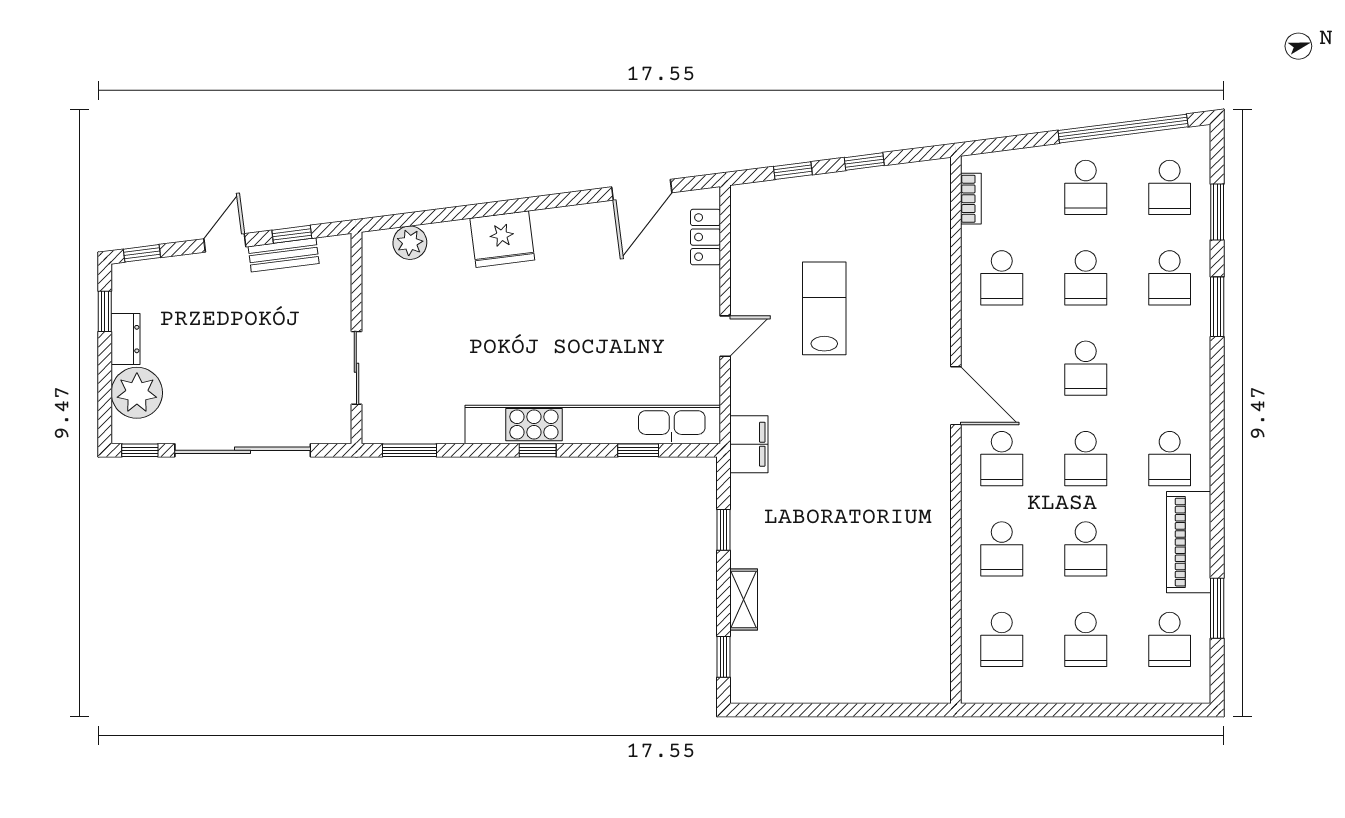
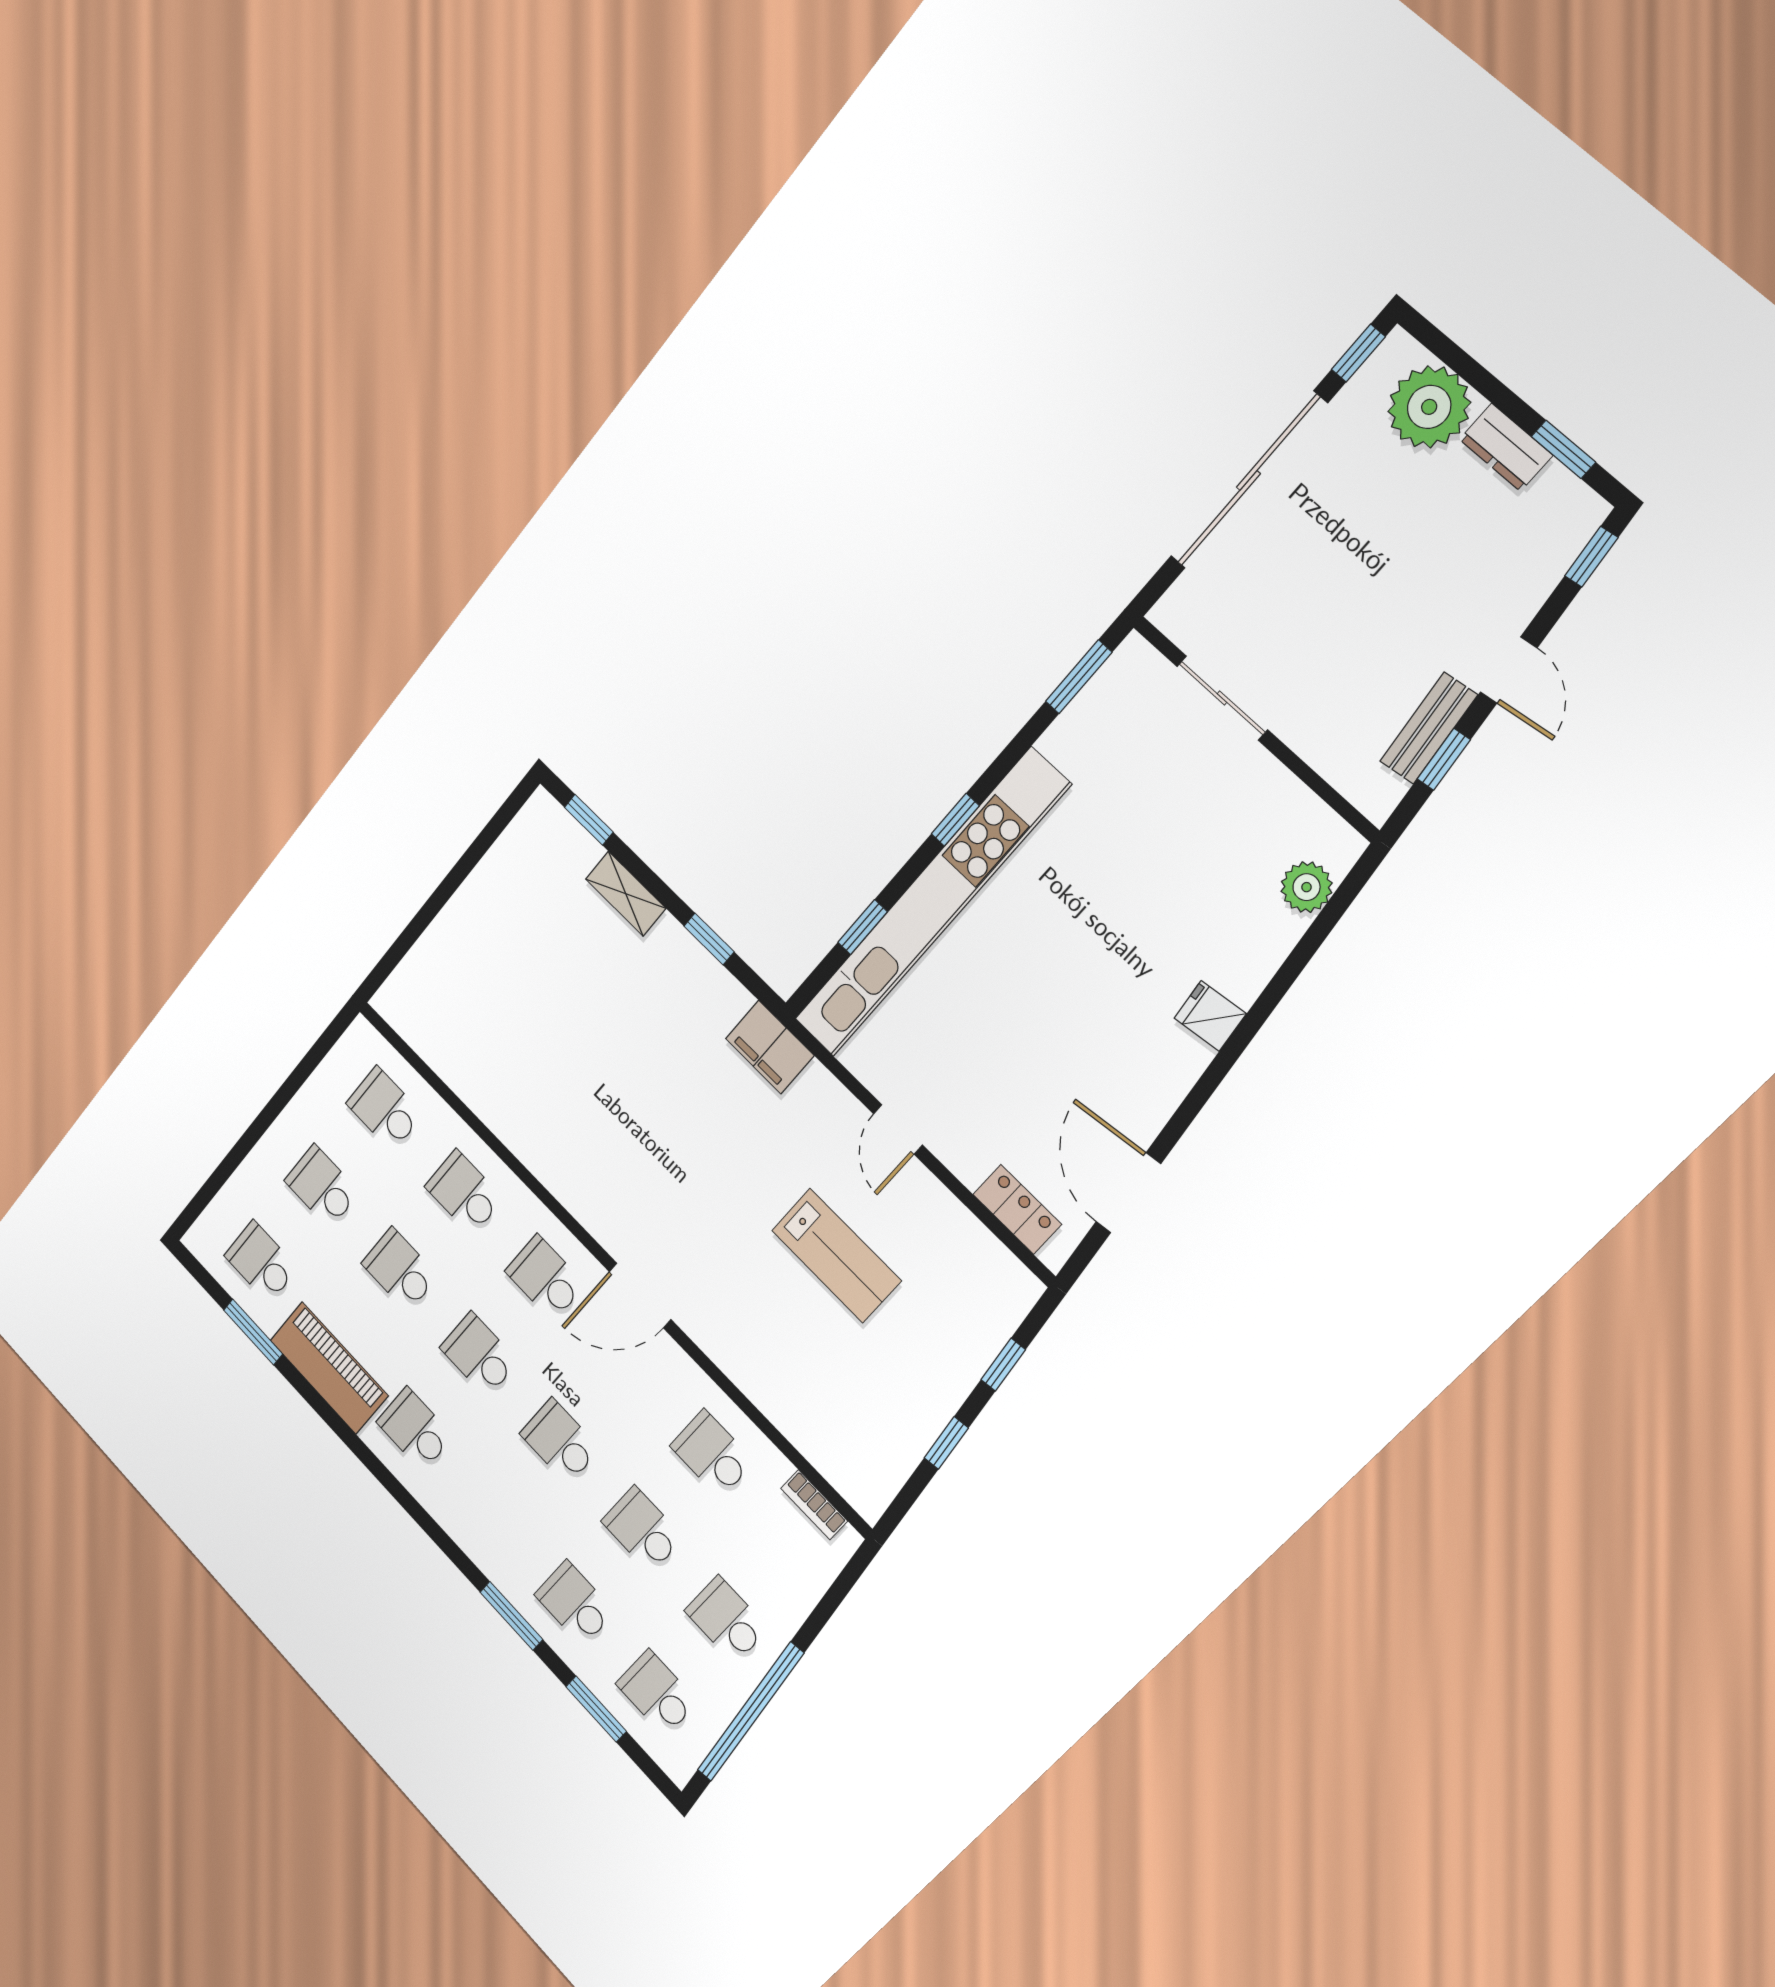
fridge: (502, 239) -> (1210, 1016), width x0.53, depth x0.75

